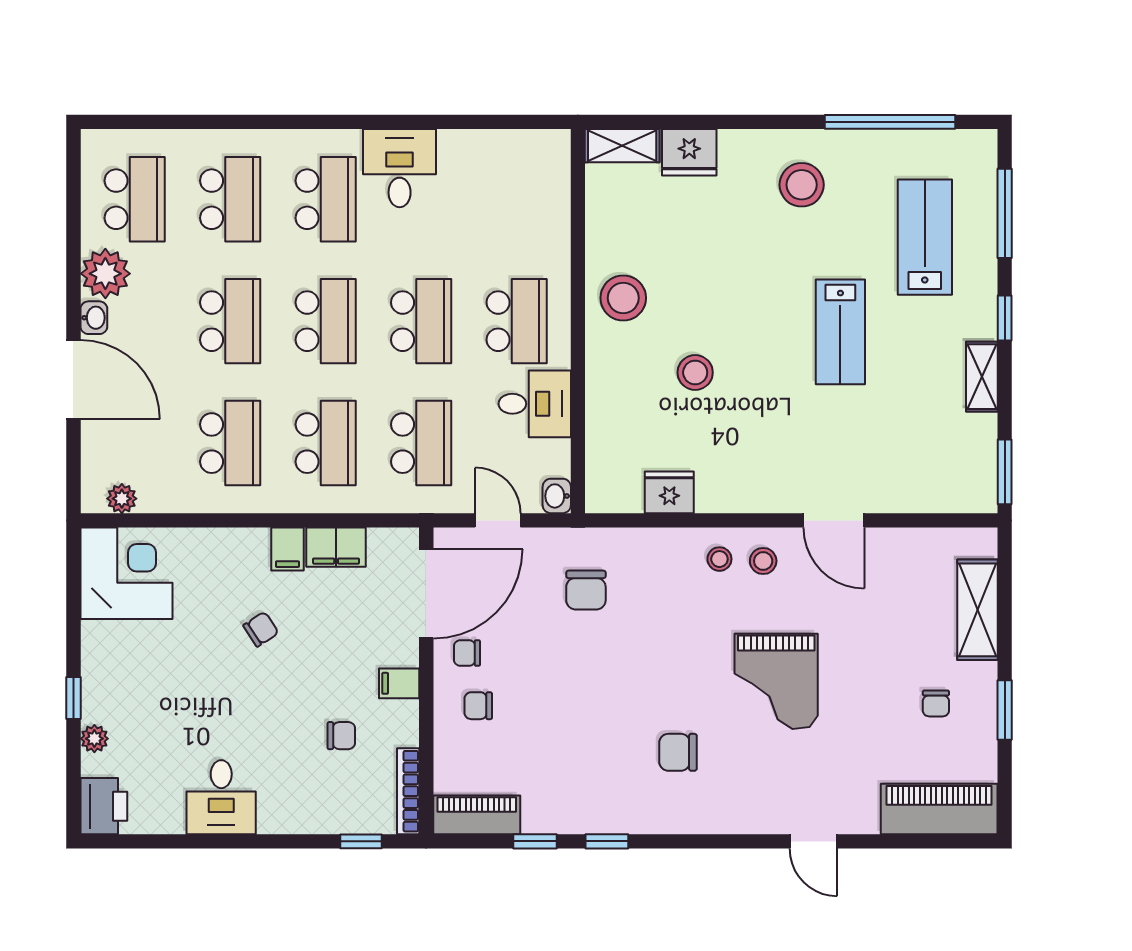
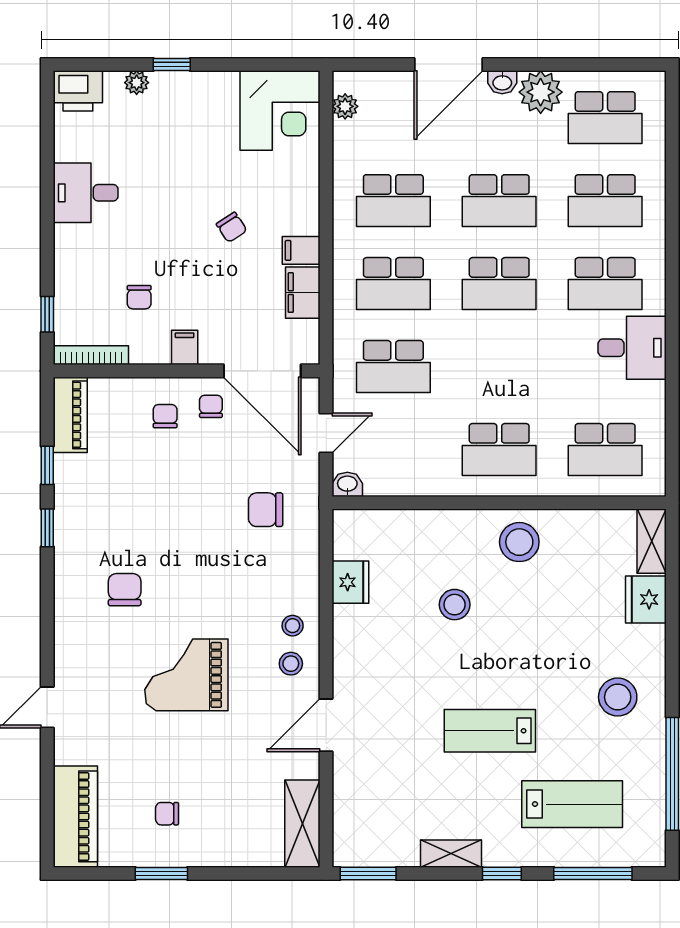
school desk: (421, 321) -> (605, 449), moved
desk: (535, 404) -> (427, 465), removed
shelving: (977, 610) -> (302, 824), moved, turned 90

